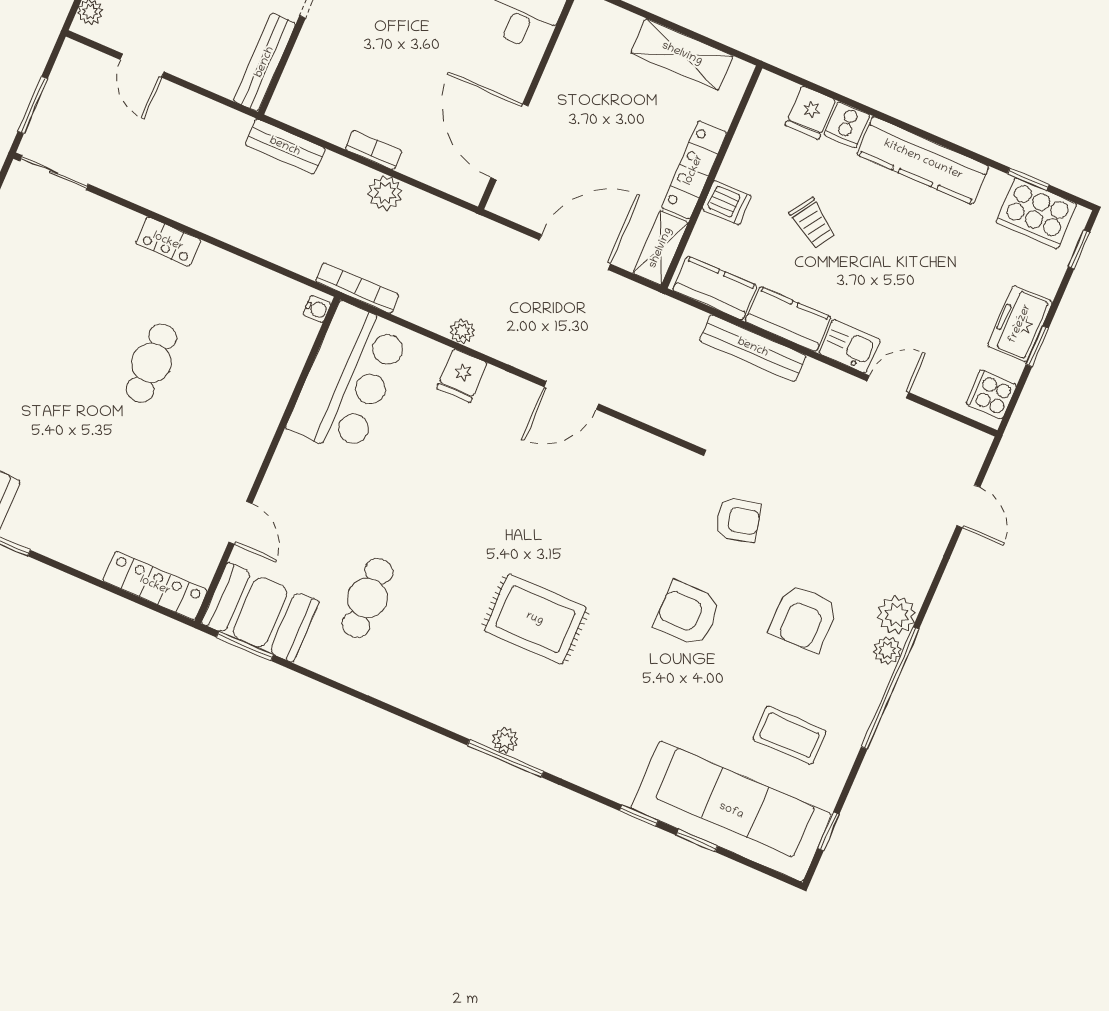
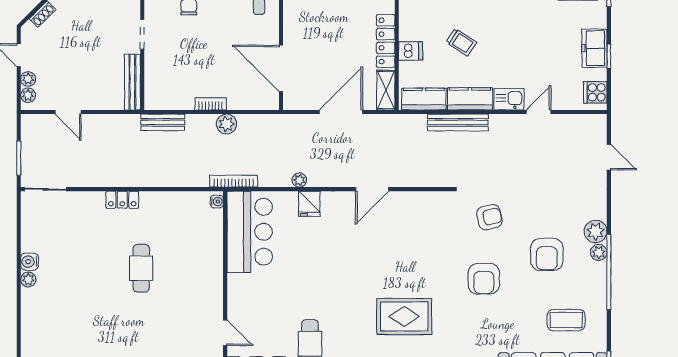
armchair: (687, 614) -> (484, 279), turned -90

